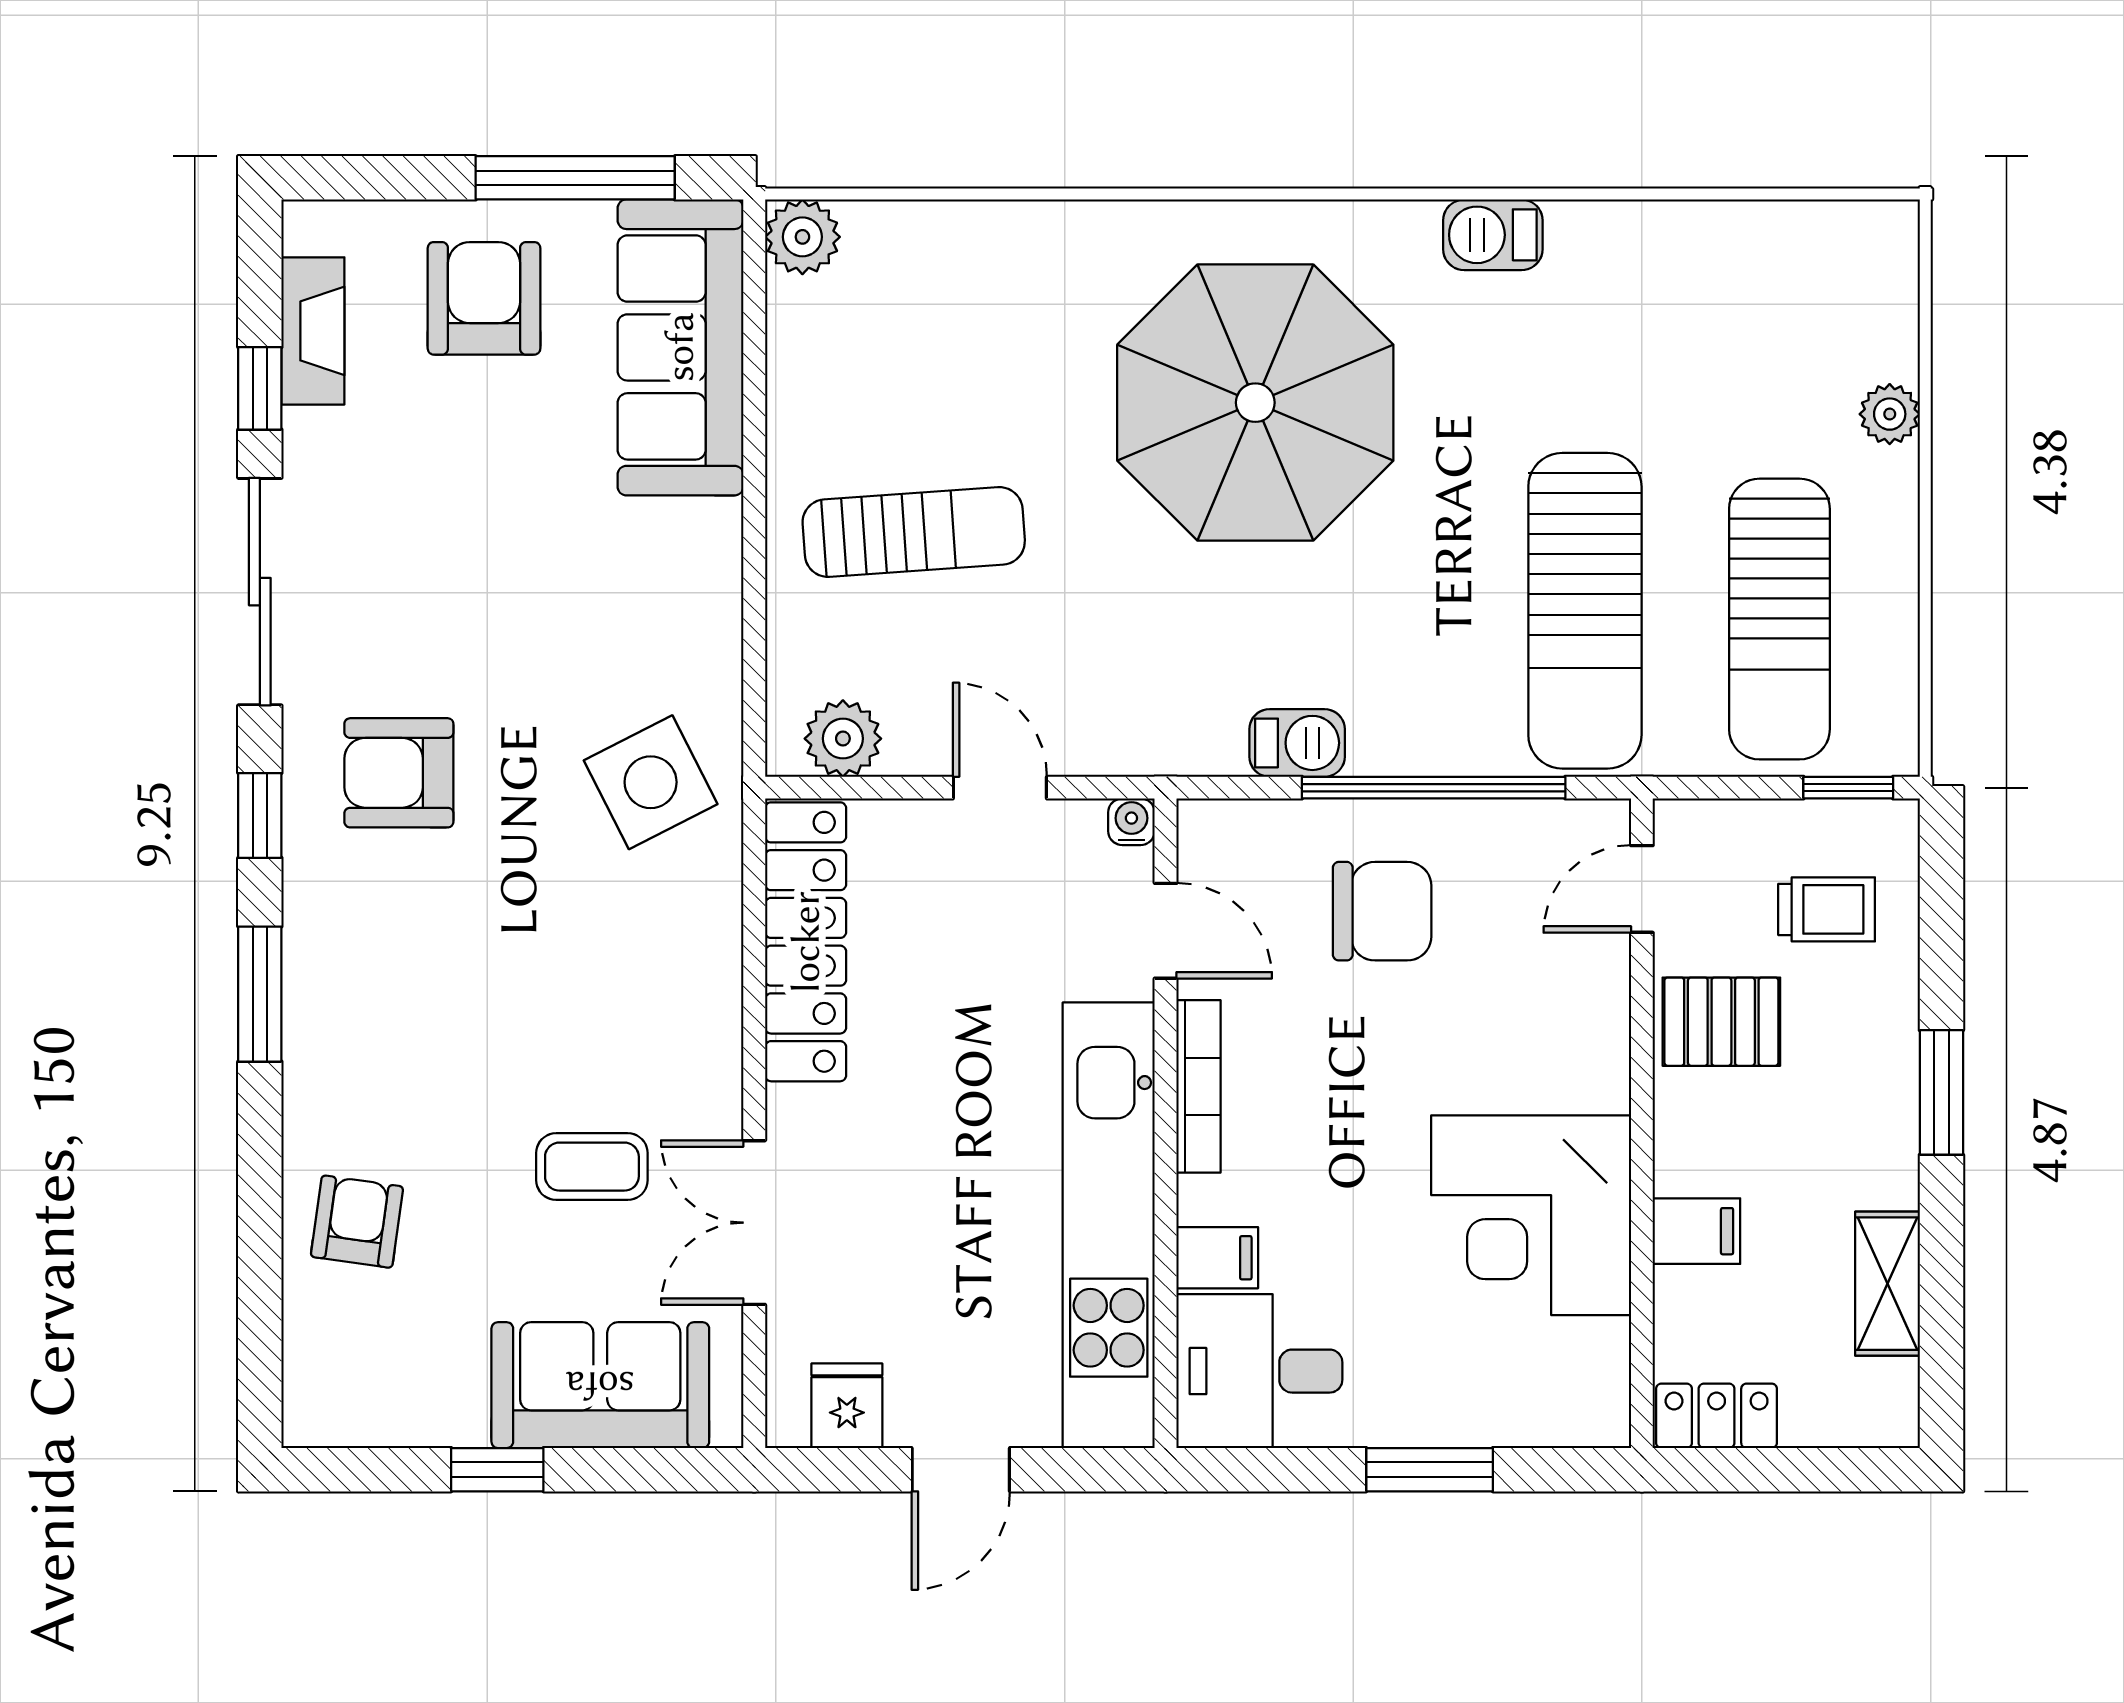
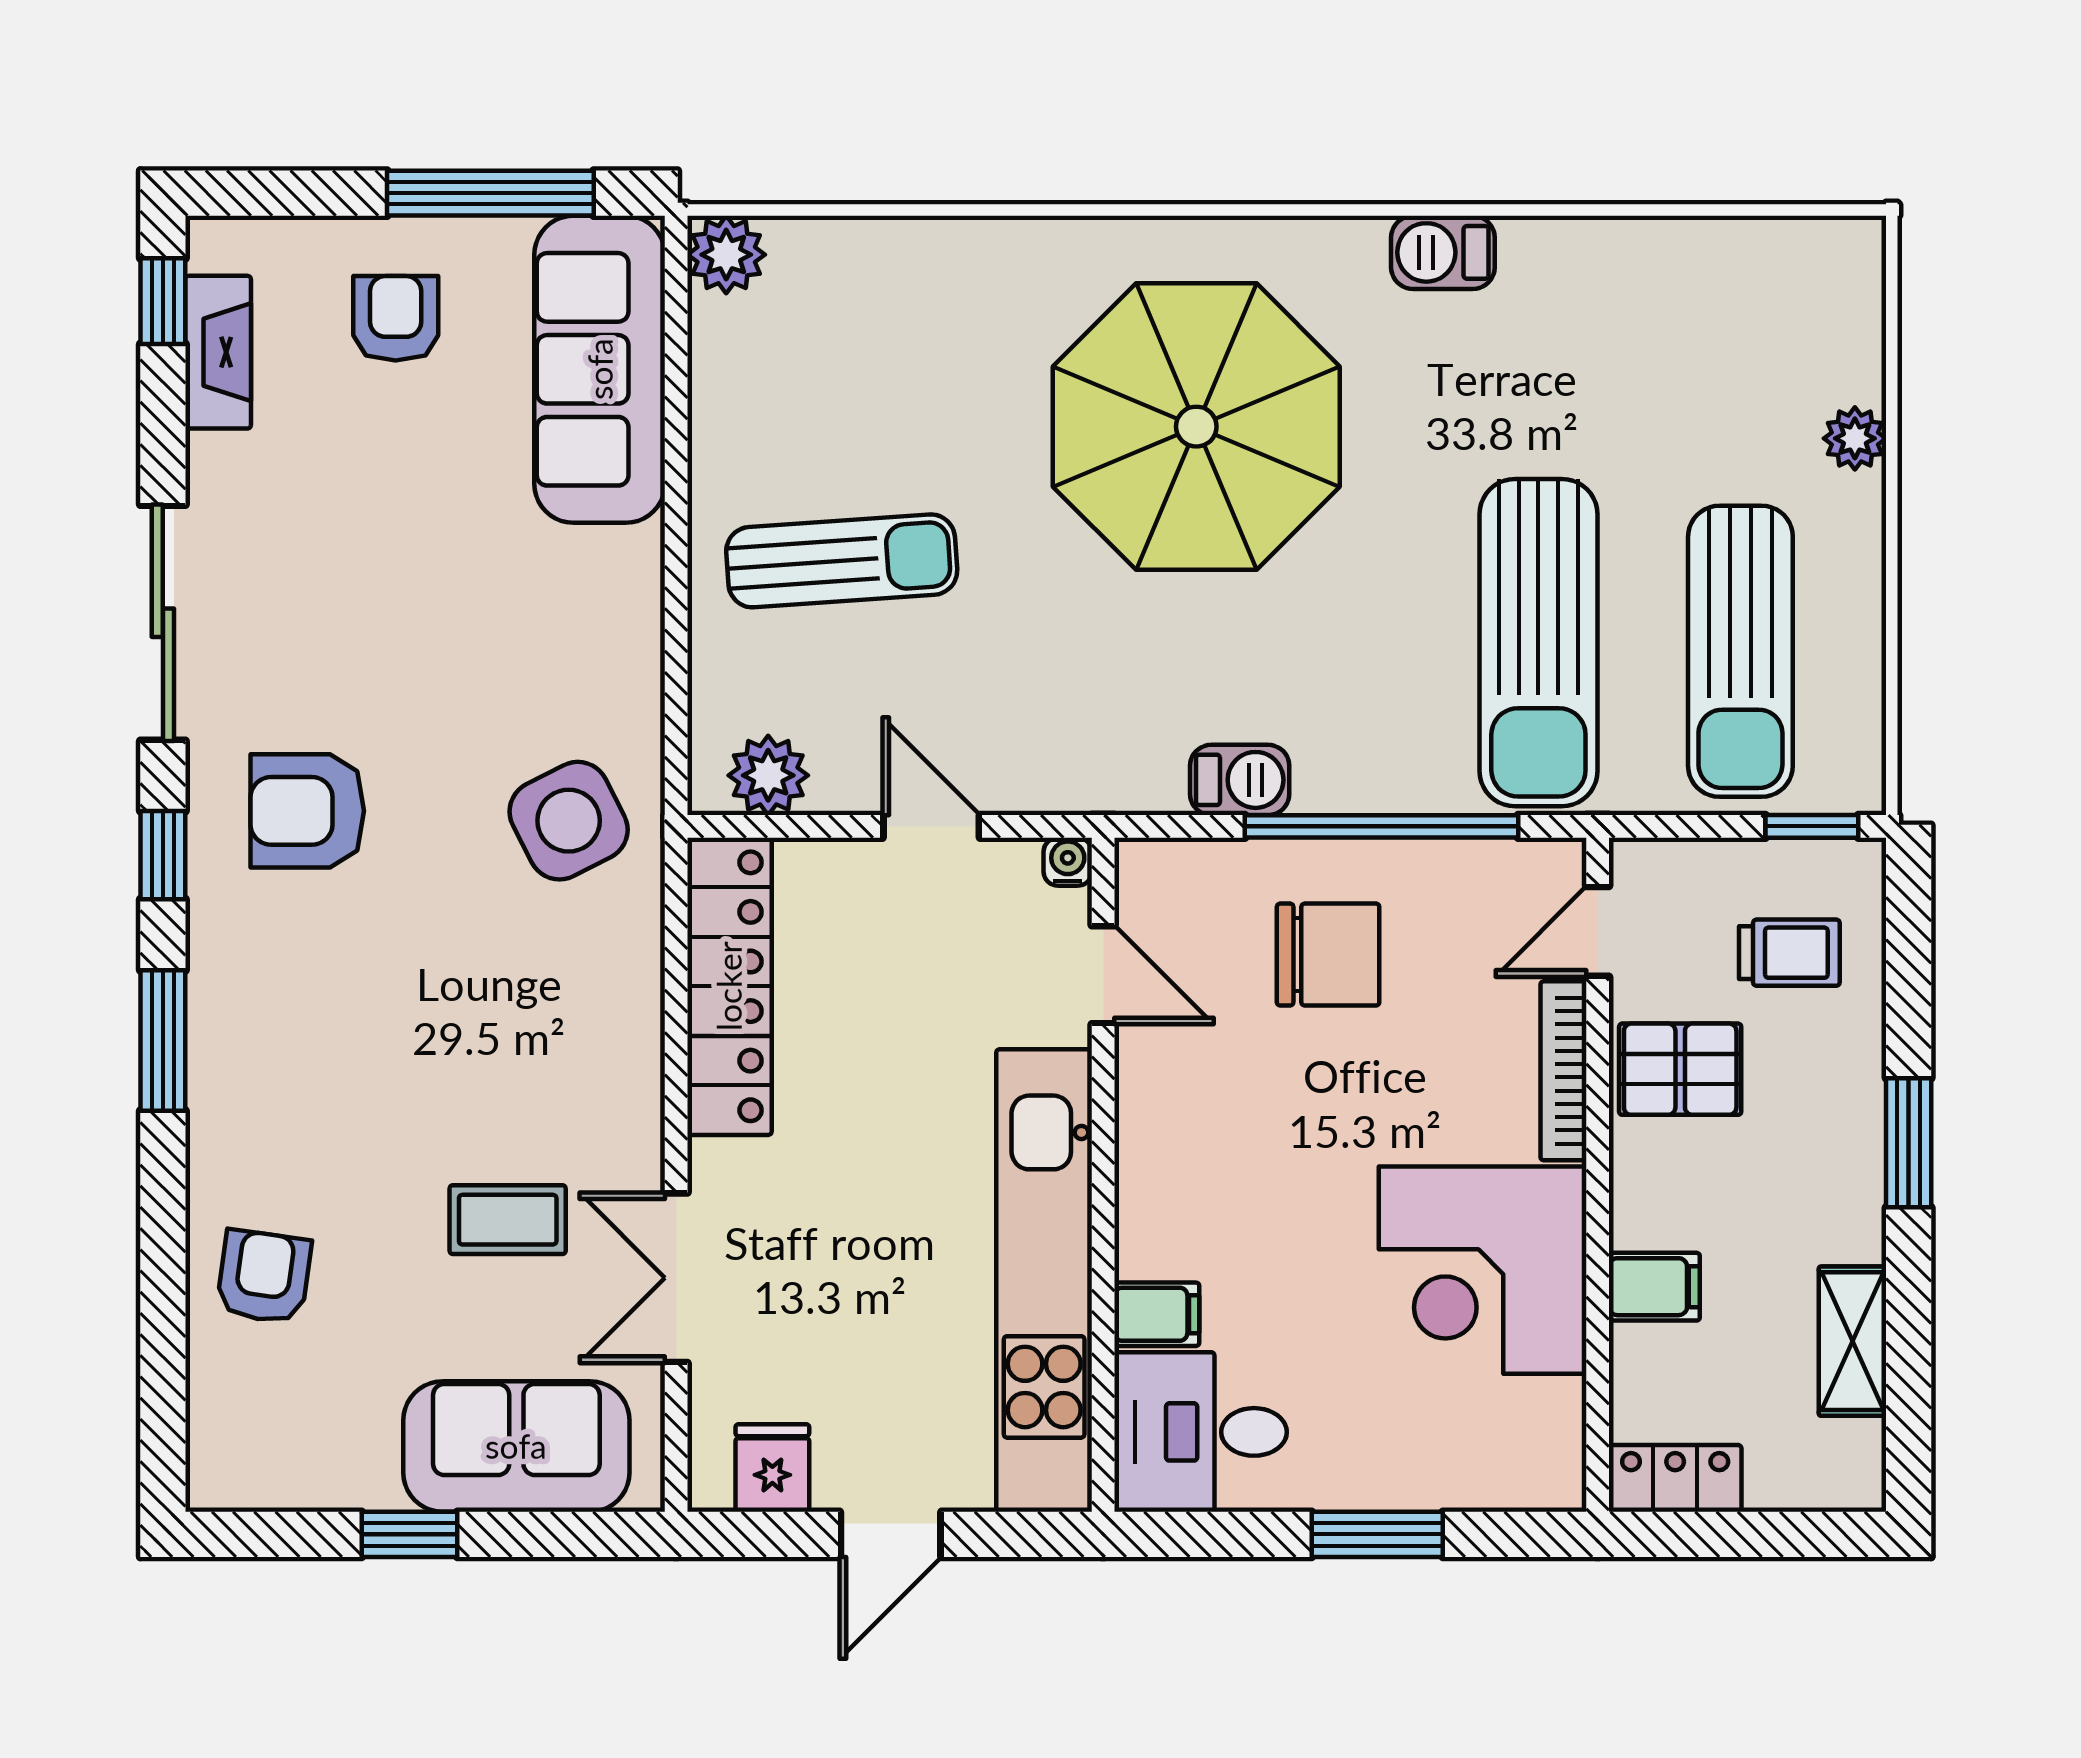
armchair: (484, 298) -> (396, 318), width x0.72, depth x0.72
window: (260, 388) -> (163, 301), moved
bookcase: (1198, 1086) -> (1563, 1071), moved, turned 180

